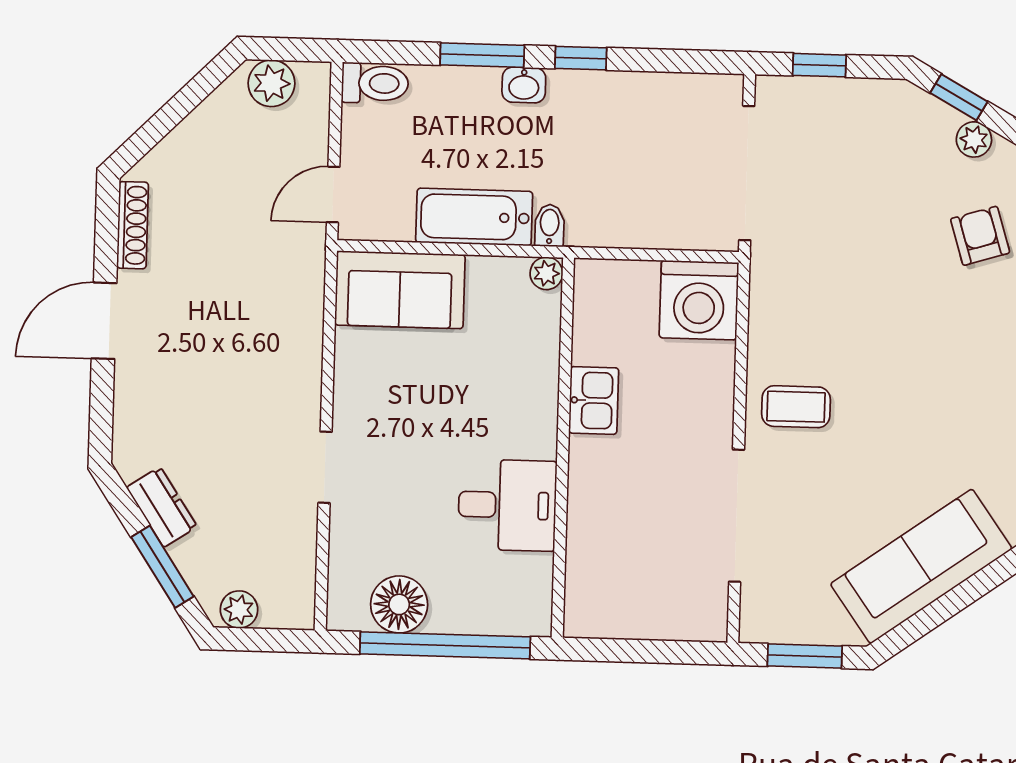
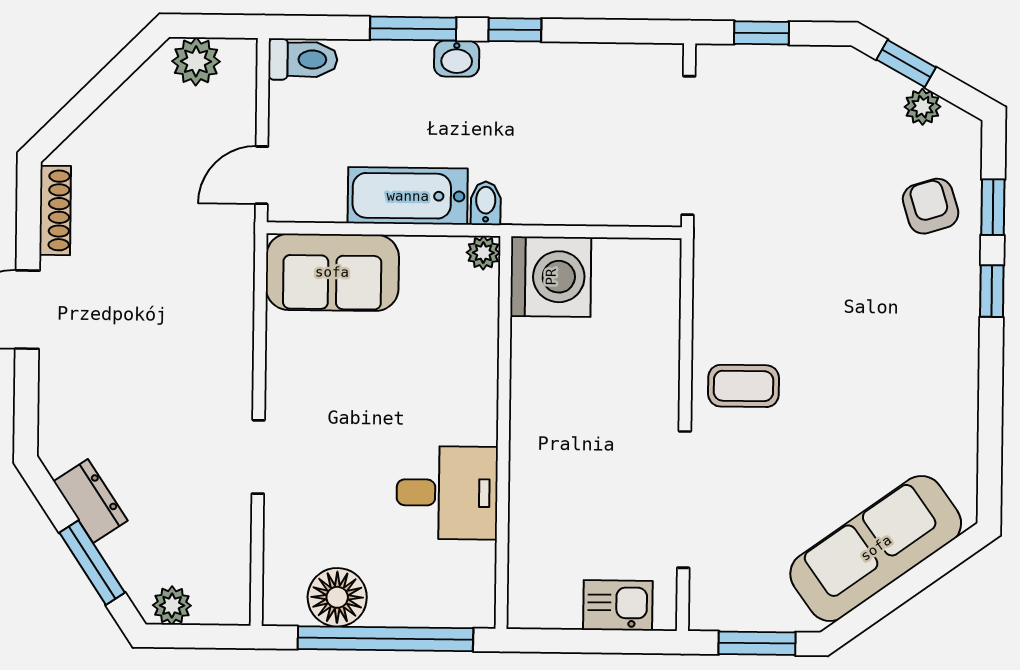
washing machine: (699, 300) -> (551, 277), moved, turned -90
kitchen sink: (594, 400) -> (618, 605), moved, turned -90

